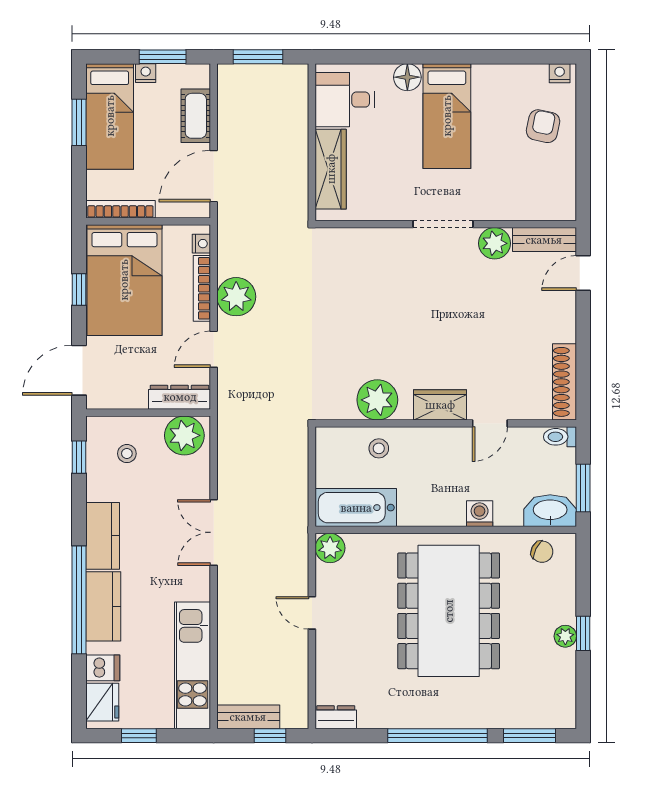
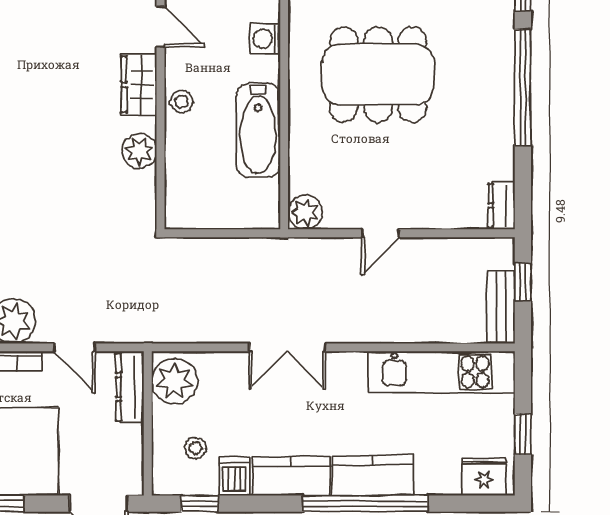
plant: (377, 400) -> (139, 151), width x0.73, depth x0.73
stool: (379, 448) -> (182, 102), moved
bathtub: (356, 508) -> (258, 130), moved
dining table: (449, 611) -> (378, 75), width x0.73, depth x0.80
dishwasher: (103, 668) -> (234, 476), moved

